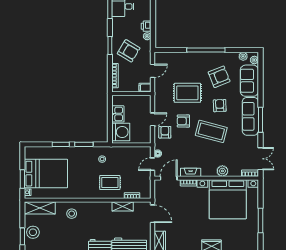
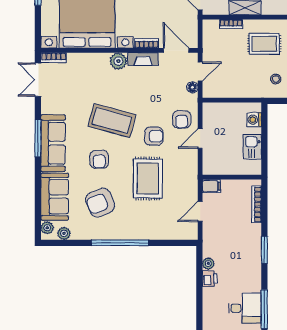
armchair: (129, 51) -> (236, 242), removed
rug: (187, 93) -> (148, 178), turned 90
washing machine: (121, 132) -> (254, 120), width x0.53, depth x0.53
plant: (222, 171) -> (118, 61), moved
door: (169, 178) -> (176, 50), swing flipped

